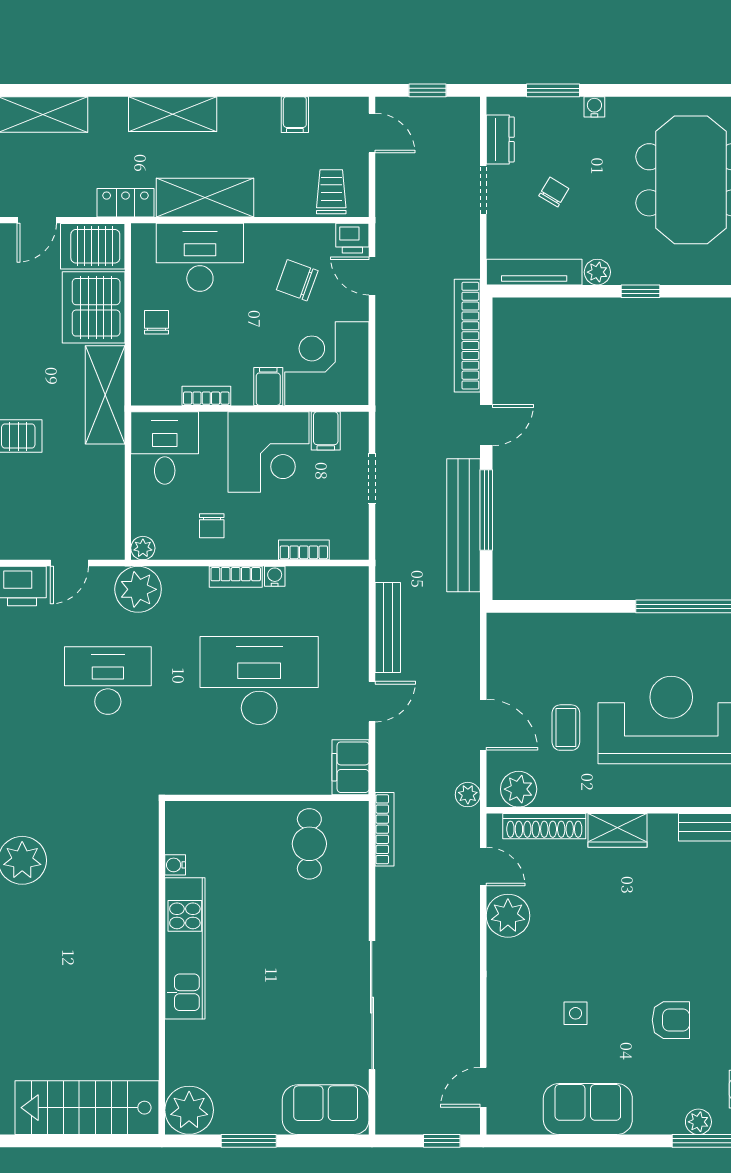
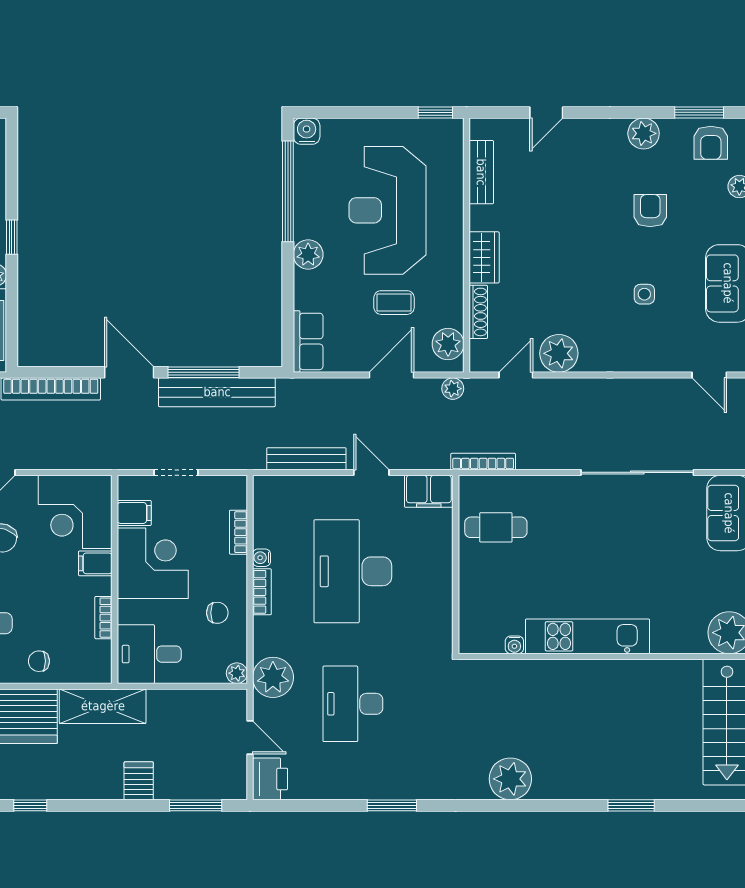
door: (486, 425) -> (129, 372), width x1.38
row of seats: (522, 629) -> (308, 341), added
plant: (621, 629) -> (308, 254), added
shoe rack: (544, 826) -> (478, 312), width x0.74, depth x0.81

